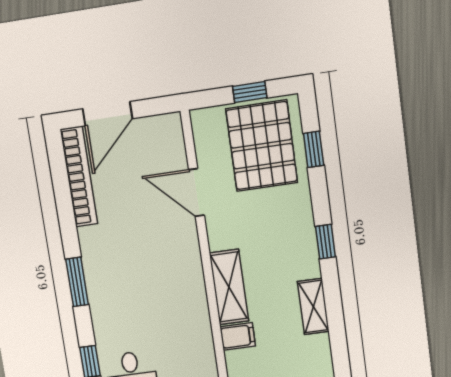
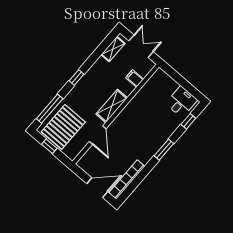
window: (314, 149) -> (50, 109), width x2.17
shelving: (229, 287) -> (112, 106), moved
shelving: (313, 307) -> (113, 49), moved

